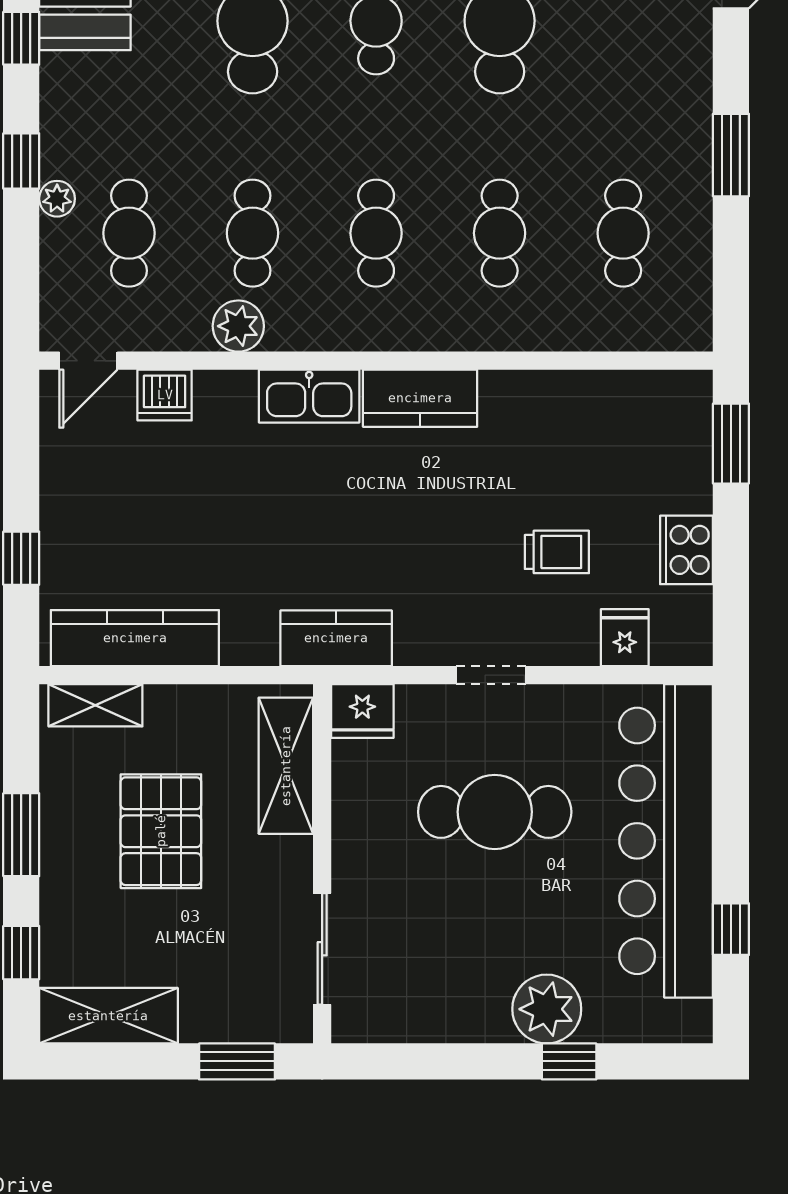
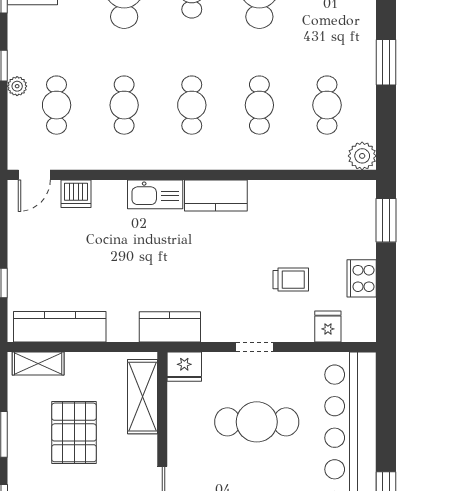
plant: (238, 326) -> (362, 156), moved

